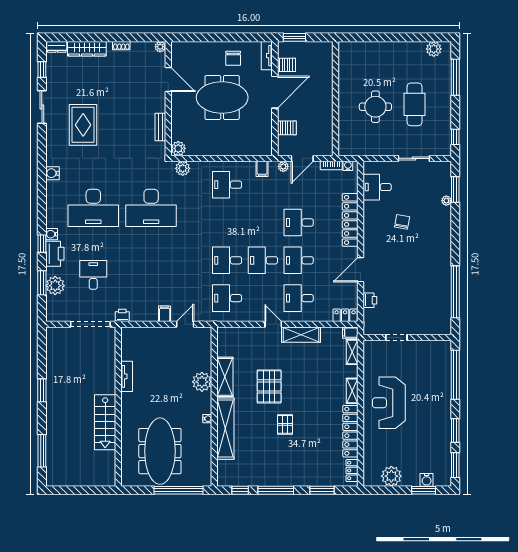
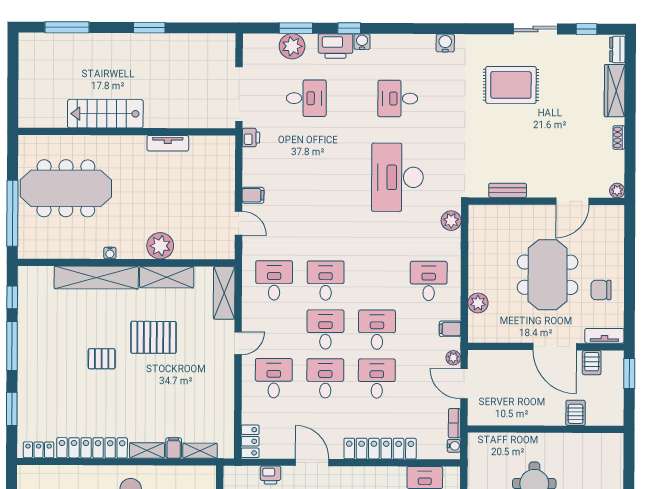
server rack: (287, 128) -> (576, 413), moved, turned 180
plant: (178, 148) -> (478, 303), moved
desk: (93, 208) -> (398, 99), width x0.53, depth x0.77
desk: (263, 223) -> (377, 330), added
filing cabinet: (350, 333) -> (174, 448), moved
shelving: (301, 335) -> (224, 293), moved

